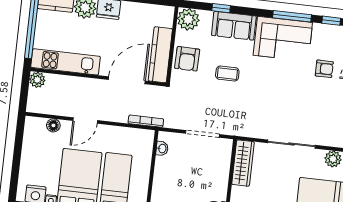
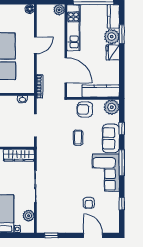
window: (292, 16) -> (122, 163), moved
kitchen counter: (160, 55) -> (101, 91), moved
door: (85, 121) -> (35, 45), swing flipped
floor lamp: (53, 125) -> (30, 9), moved

